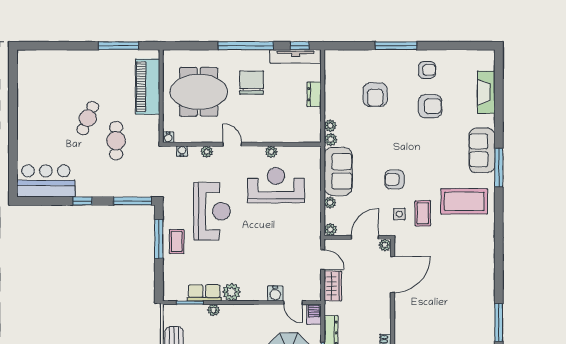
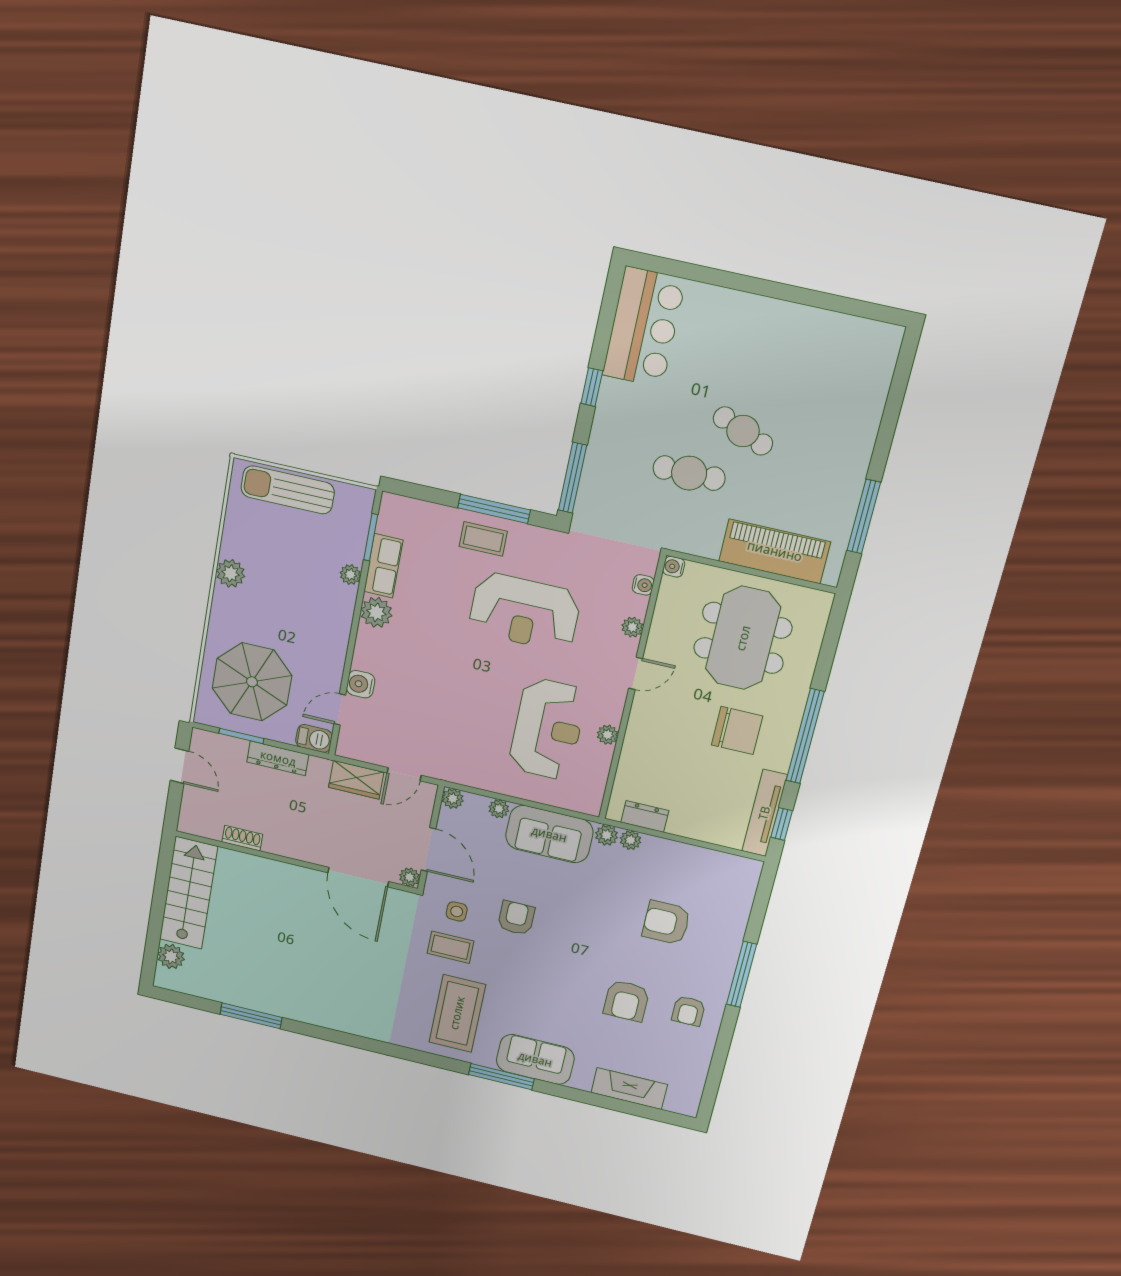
dresser: (314, 94) -> (645, 816), moved

